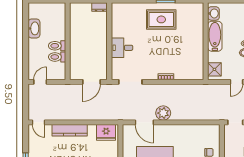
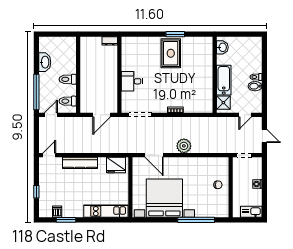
rug: (161, 19) -> (171, 53), turned 90
bathtub: (215, 36) -> (224, 80), moved
toilet: (57, 57) -> (68, 101), moved
window: (26, 59) -> (36, 92), added
plant: (163, 113) -> (184, 146), moved
door: (39, 122) -> (49, 155), swing flipped

